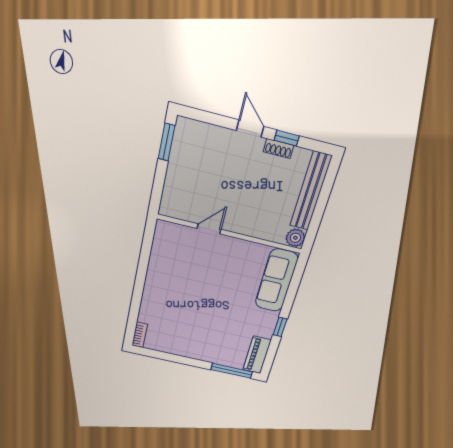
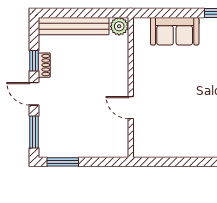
window: (207, 117) -> (34, 132), added
door: (250, 128) -> (34, 94), hinge flipped
sofa: (276, 281) -> (175, 31), width x0.73

